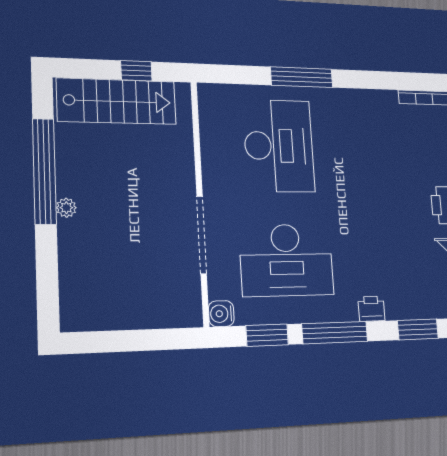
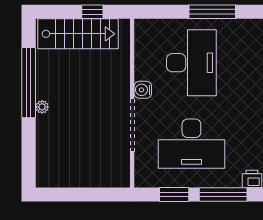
water cooler: (221, 314) -> (143, 90), moved

